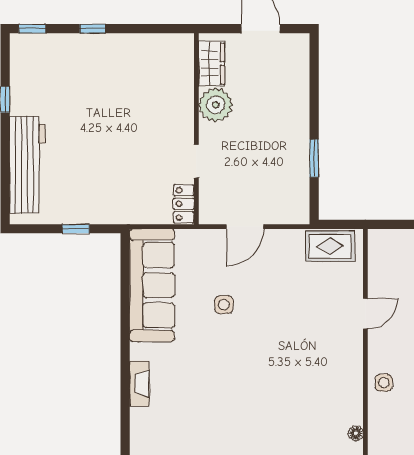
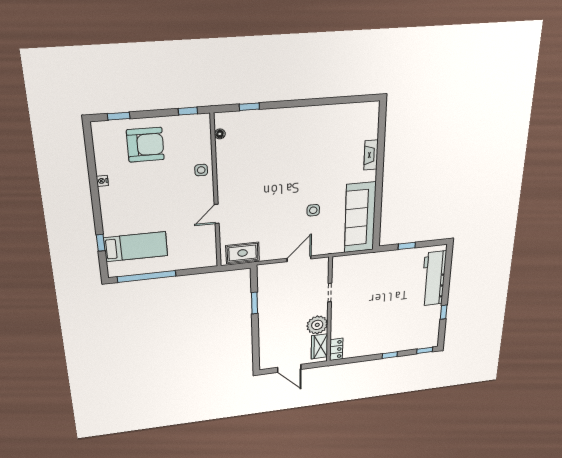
locker: (184, 204) -> (336, 349), moved

